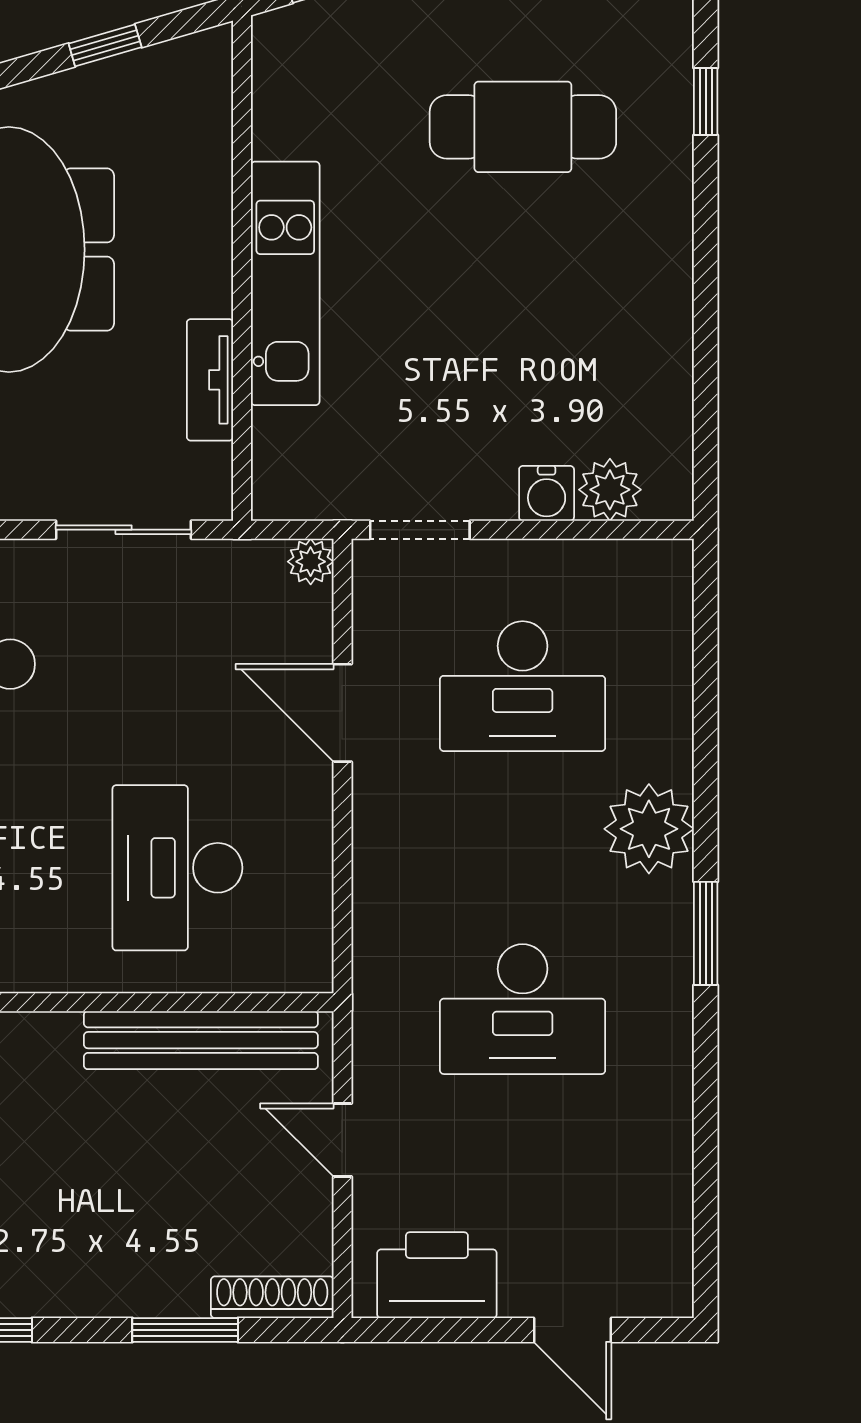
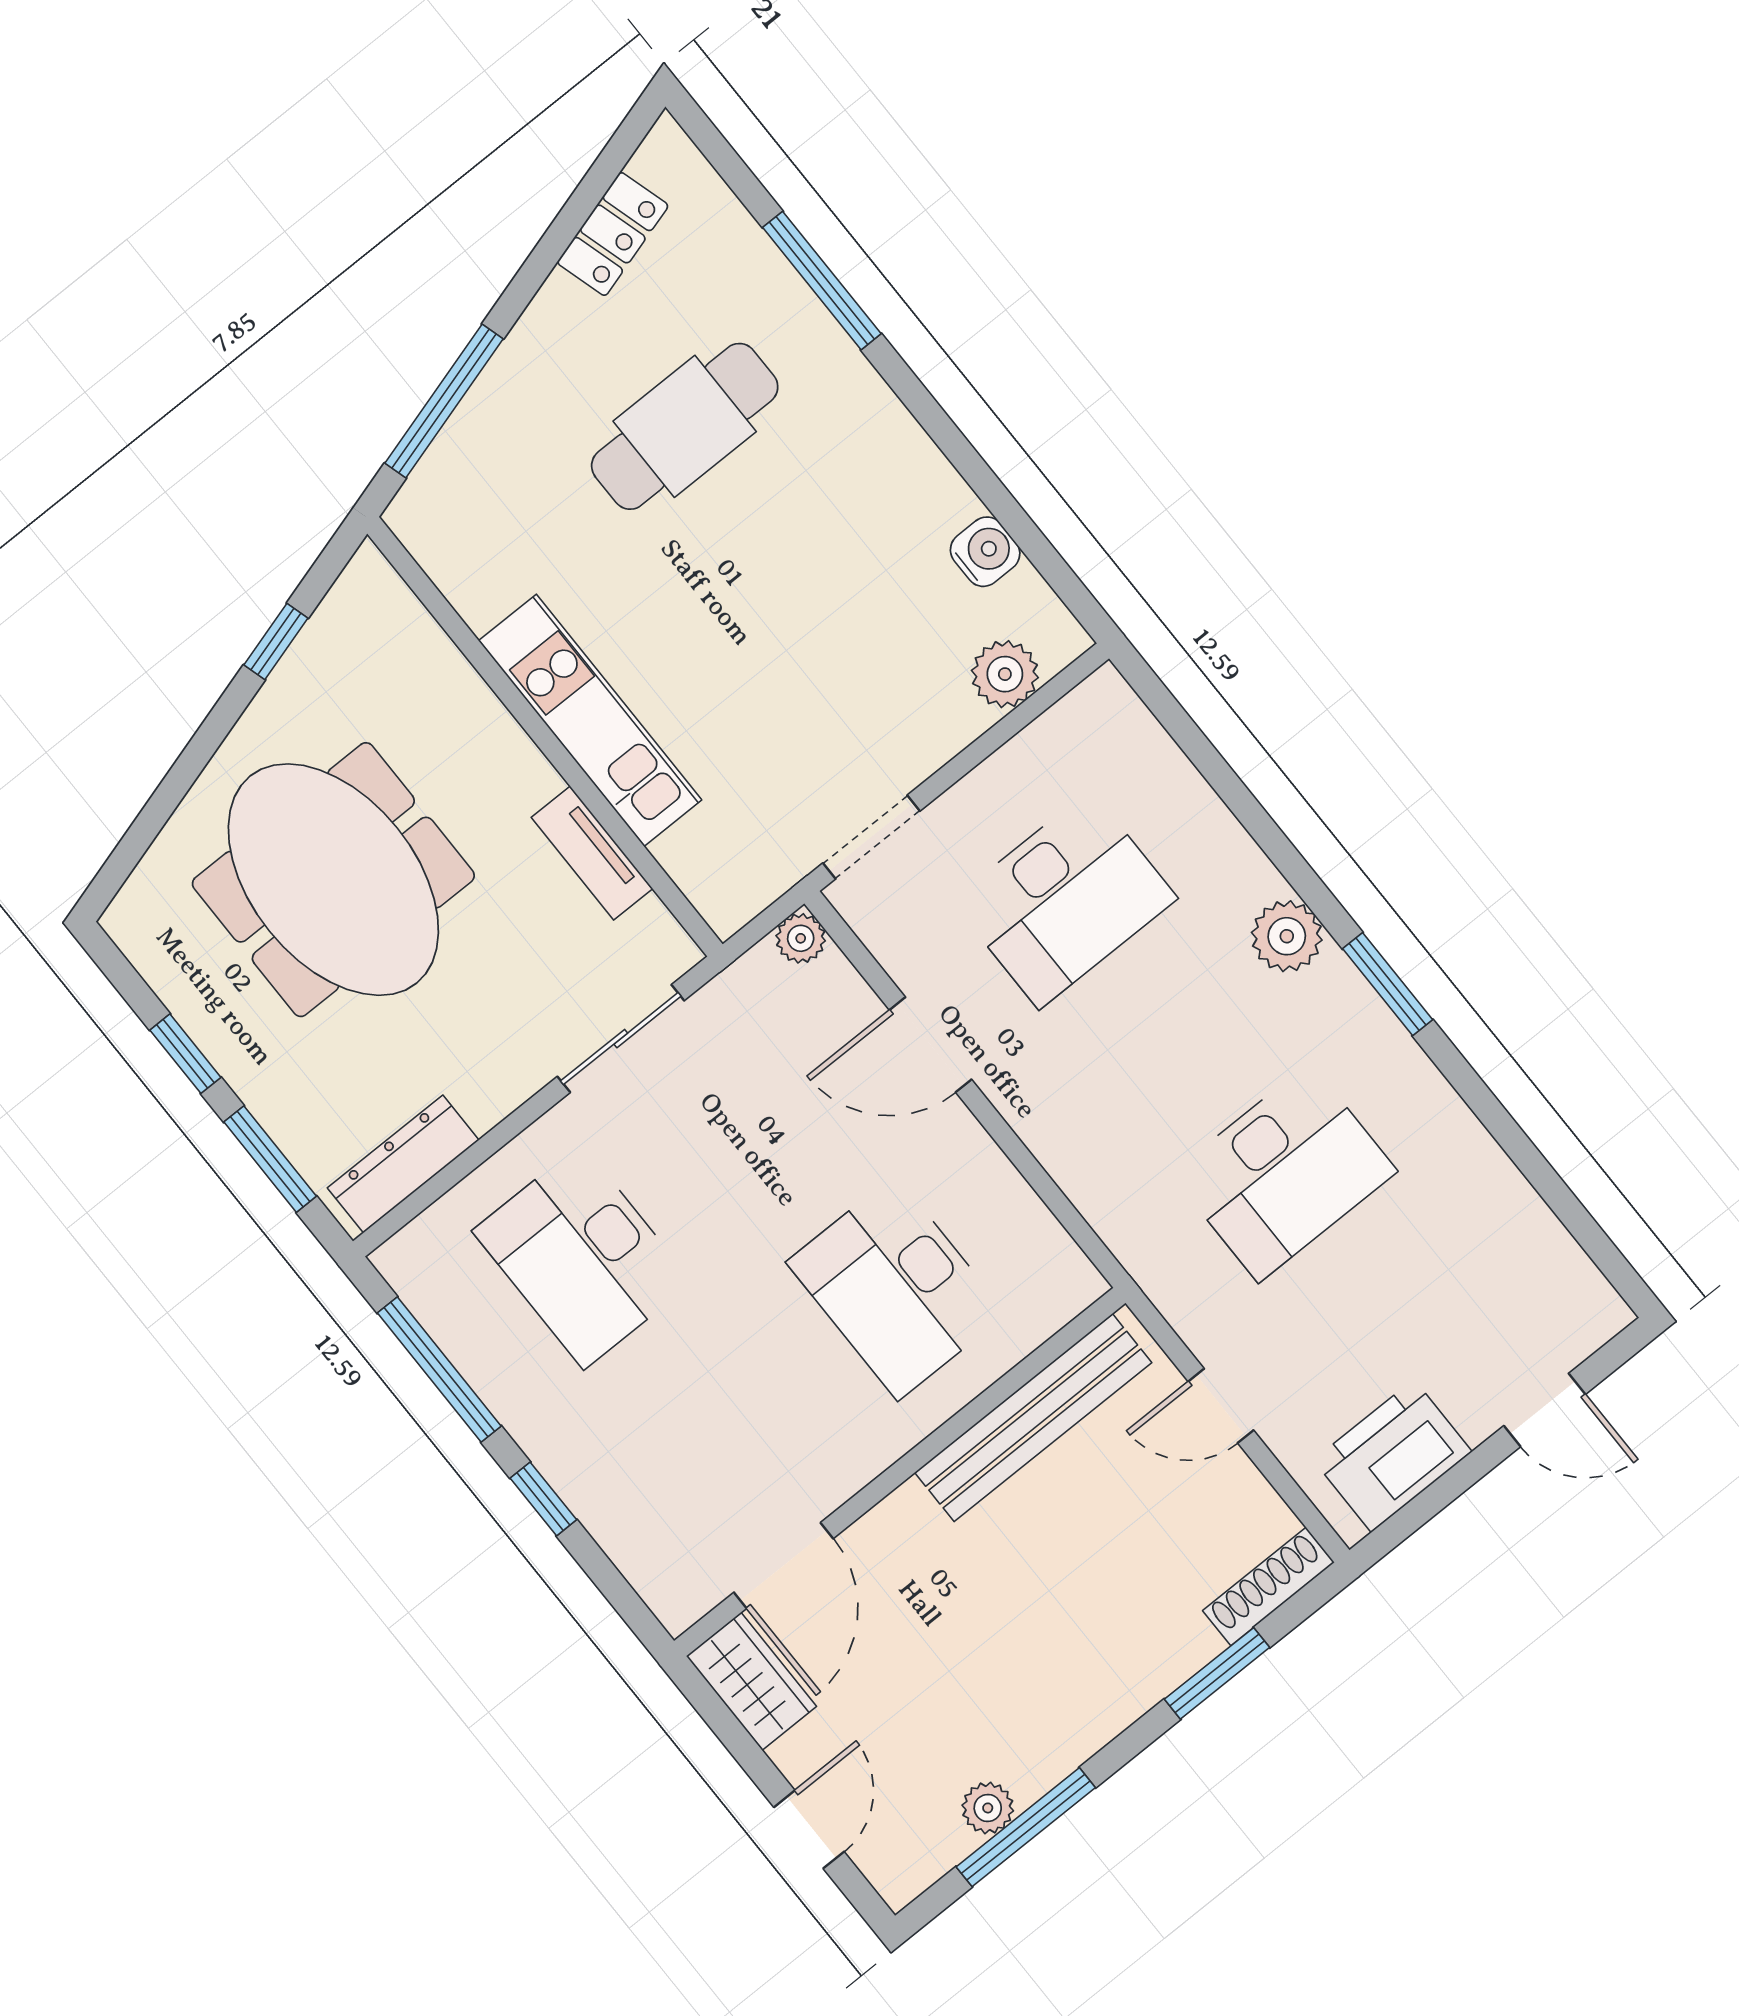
window: (706, 101) -> (822, 281), width x2.17
water cooler: (547, 493) -> (985, 552), moved, turned -90
plant: (649, 829) -> (1287, 936), width x0.73, depth x0.73

